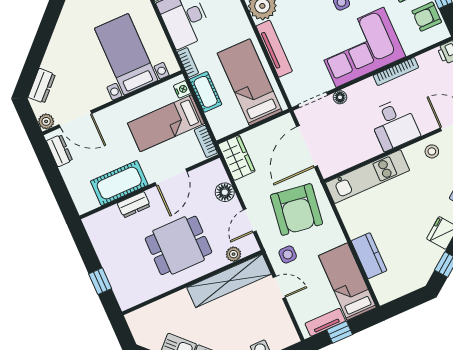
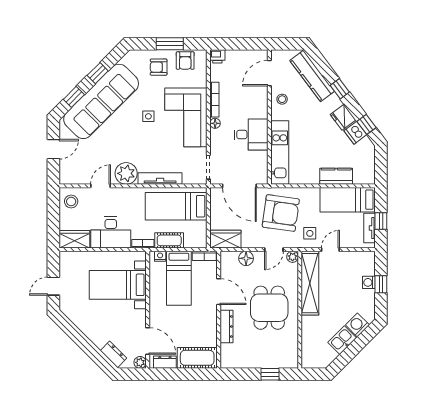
floor lamp: (340, 97) -> (215, 123), moved
door: (75, 119) -> (148, 341), hinge flipped
desk: (394, 124) -> (251, 135), moved
cot: (119, 183) -> (197, 358), moved, turned 90
dresser: (134, 205) -> (226, 326), width x1.44
door: (250, 221) -> (274, 250), hinge flipped
plant: (234, 254) -> (293, 257), moved
dishwasher: (431, 256) -> (355, 133), added

